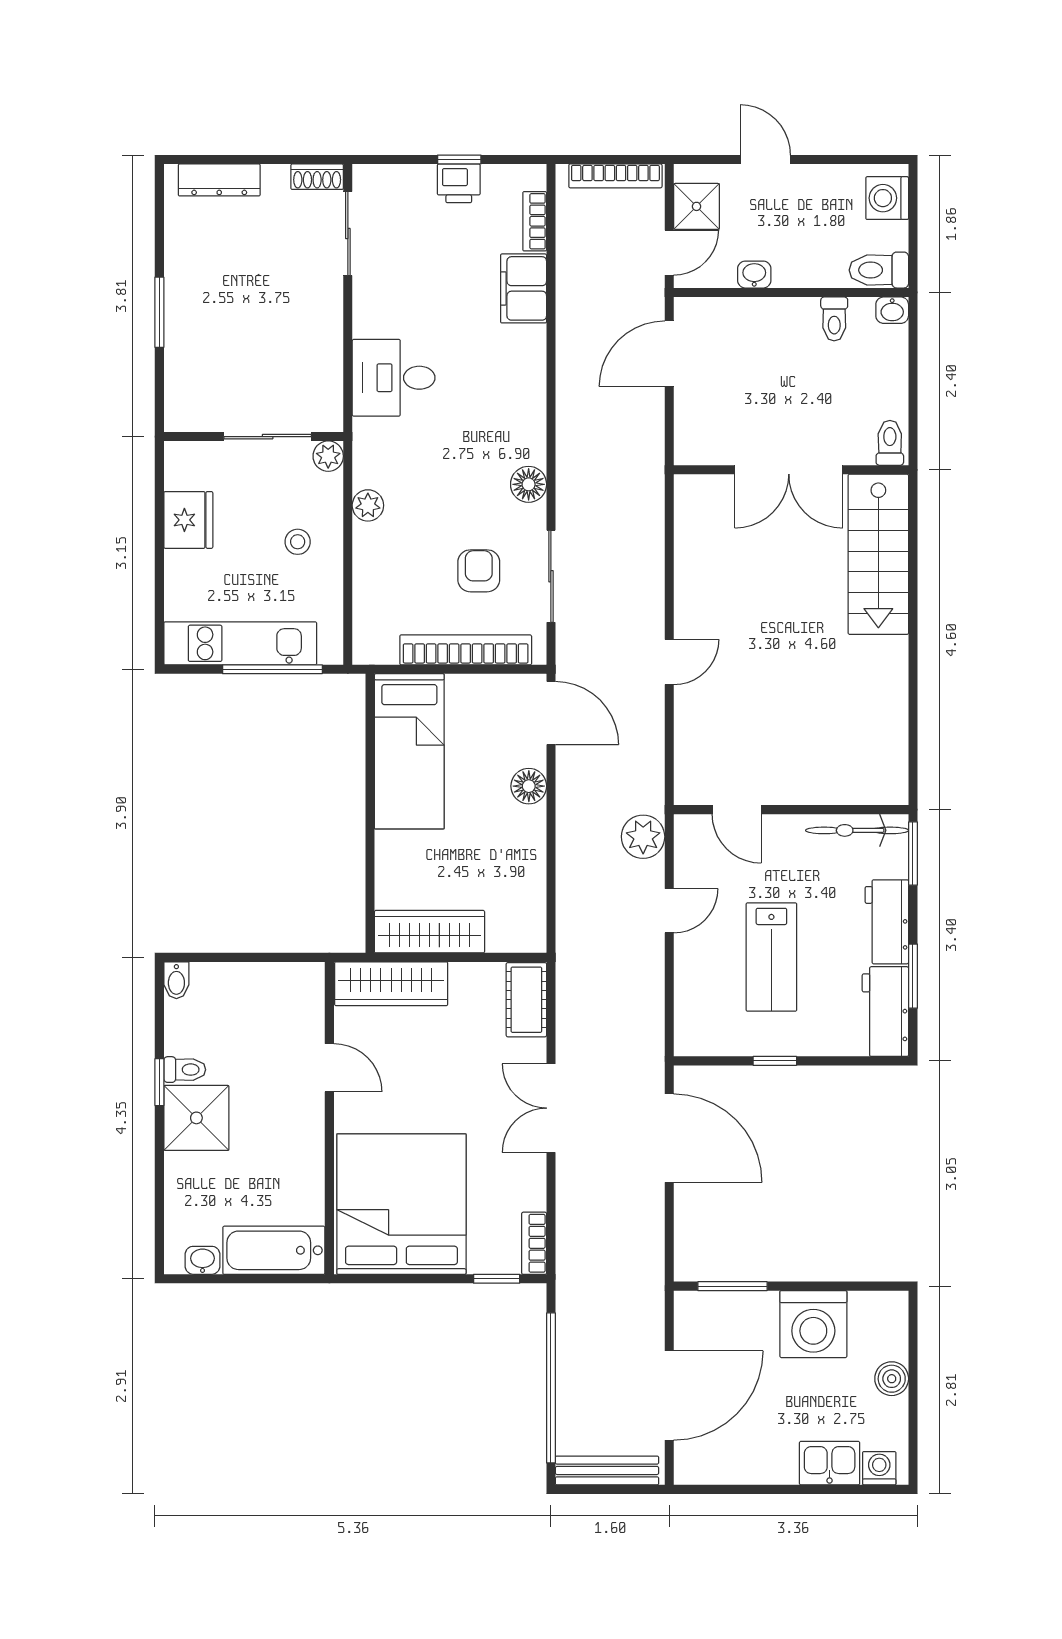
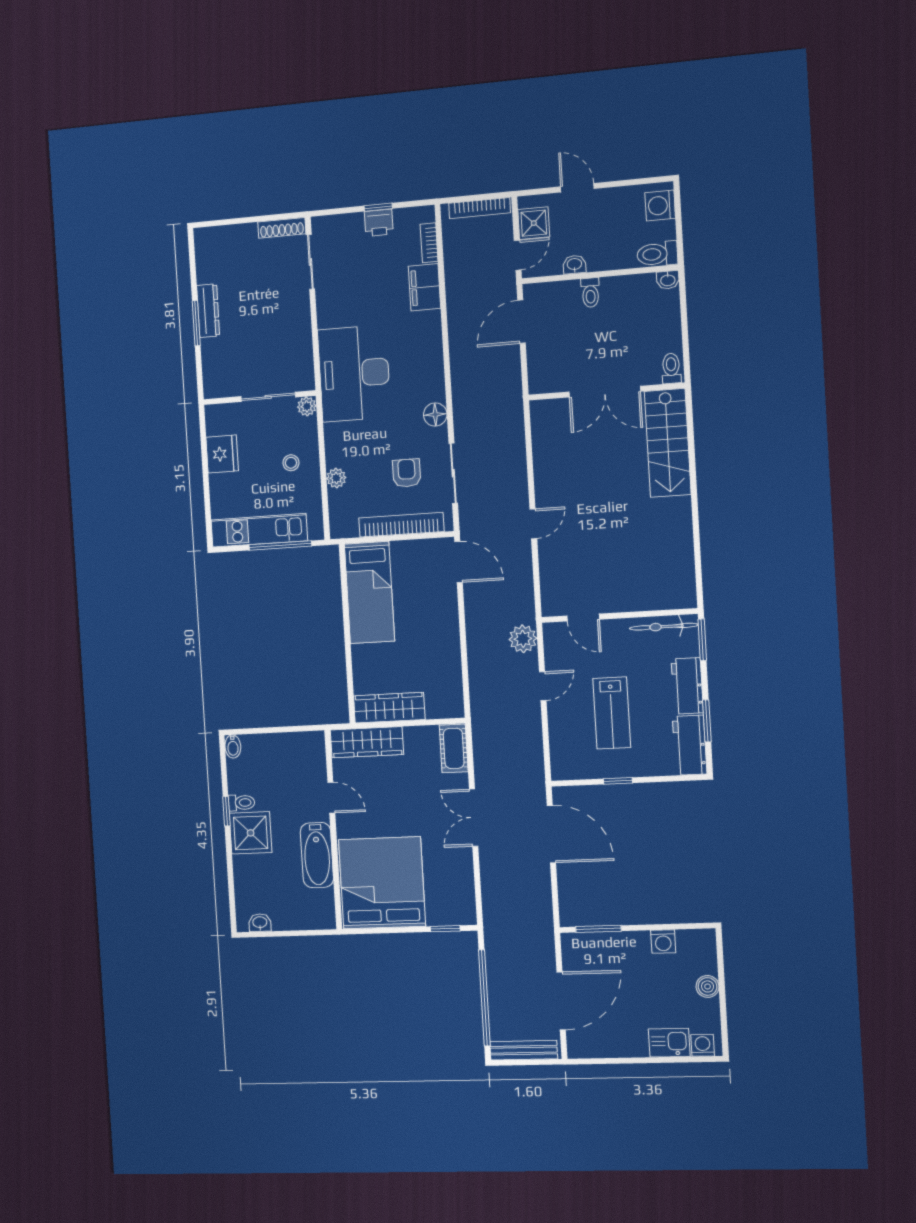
shoe rack: (317, 177) -> (282, 228), width x1.43
dresser: (219, 180) -> (208, 311), moved, turned -90
toilet: (834, 319) -> (590, 293), moved
desk: (394, 378) -> (354, 373), width x1.87, depth x1.30
plant: (368, 505) -> (336, 478), moved
floor lamp: (529, 786) -> (447, 610), removed
bookcase: (534, 1243) -> (468, 905), removed
bathtub: (274, 1250) -> (317, 855), moved, turned -90
washing machine: (813, 1324) -> (663, 941), width x0.53, depth x0.53

